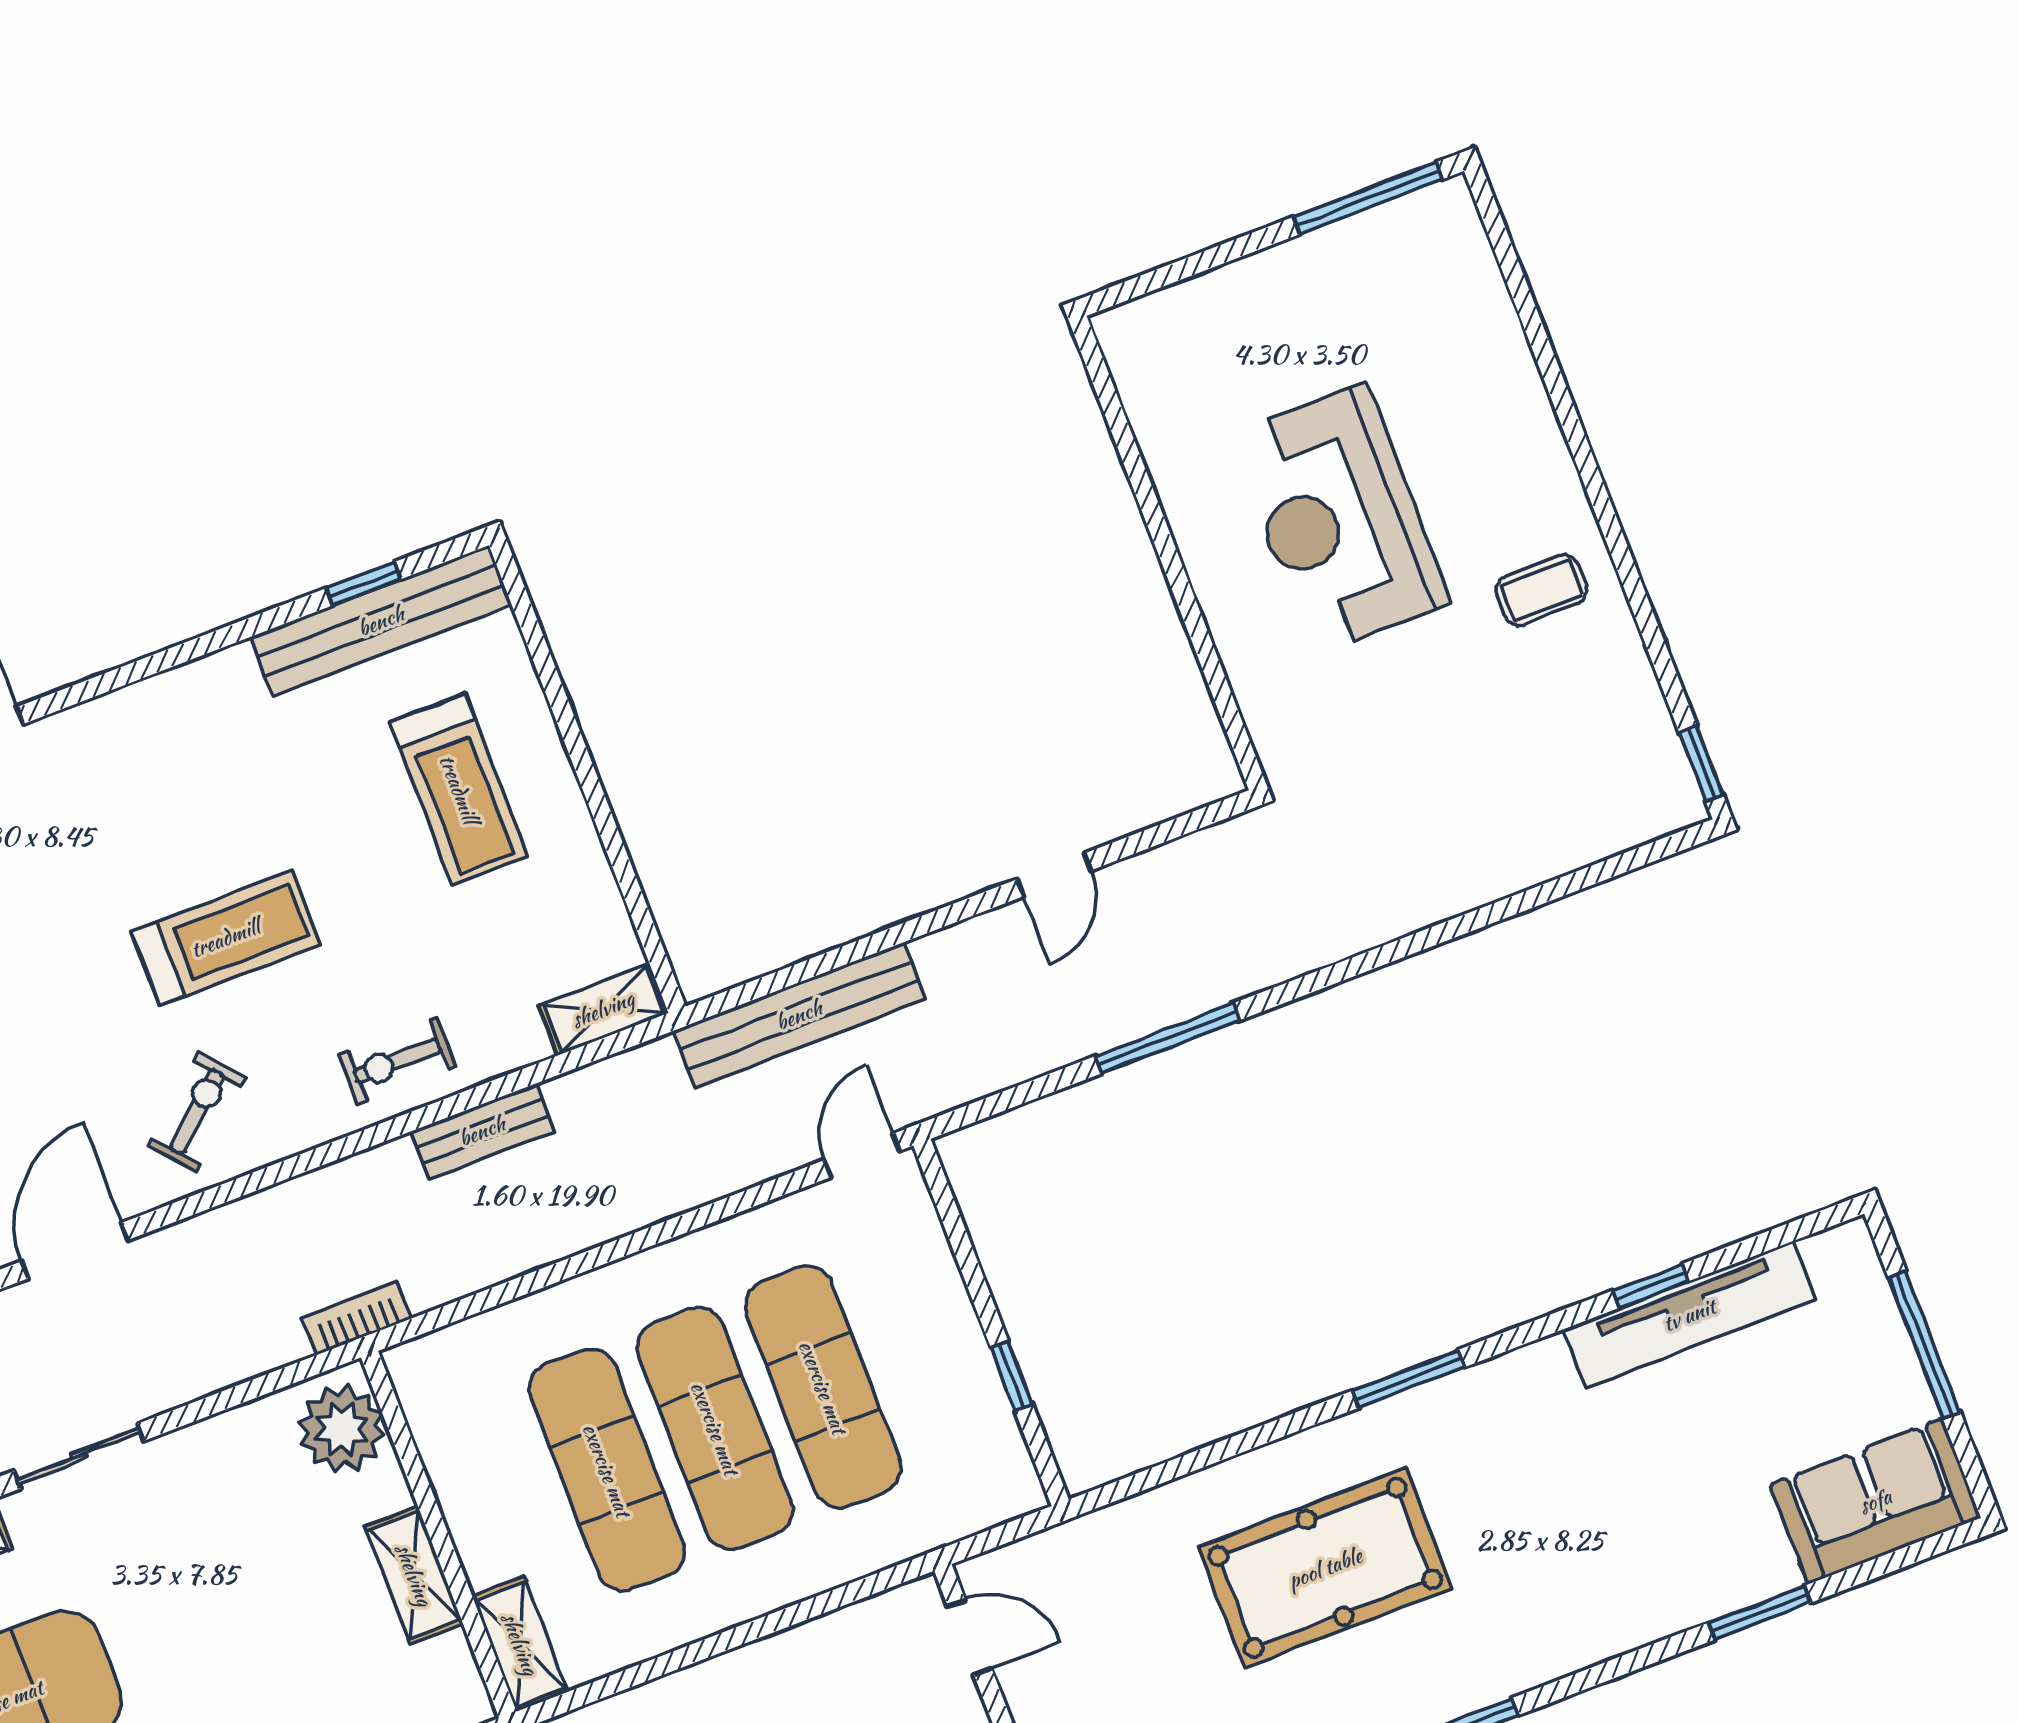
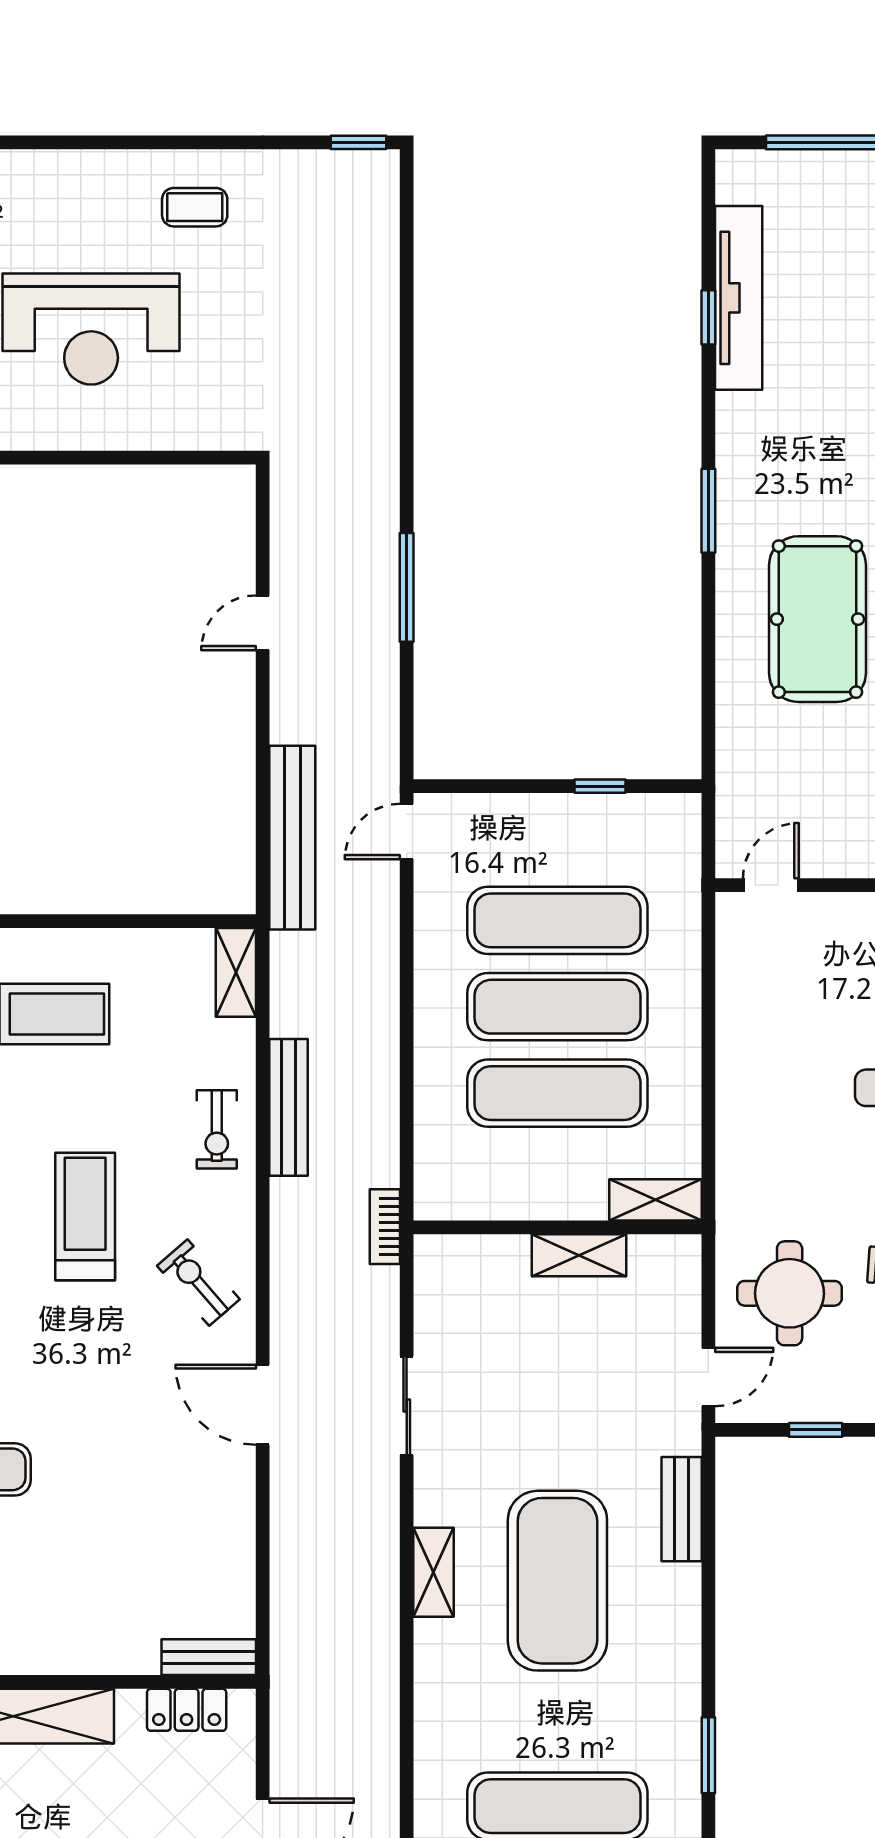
coffee table: (1542, 590) -> (195, 207), turned 90
door: (1054, 875) -> (263, 623), swing flipped
bench: (482, 1131) -> (289, 1107), width x1.36
door: (862, 1156) -> (407, 832), hinge flipped
plant: (342, 1429) -> (458, 1267), removed
sliding door: (79, 1456) -> (407, 1406), moved

